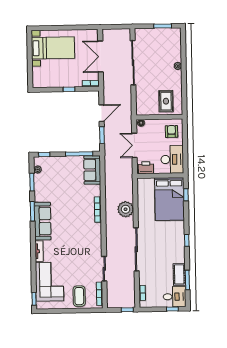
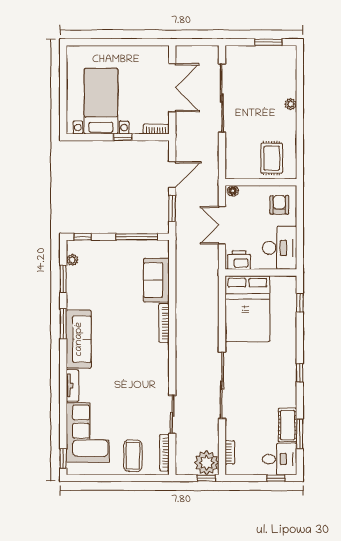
bed with nightstands: (53, 48) -> (101, 101), moved, turned -90
double door: (101, 57) -> (172, 88), swing flipped
sofa: (92, 170) -> (156, 280), moved
bed: (169, 199) -> (247, 309), moved
plant: (126, 209) -> (207, 463), moved

